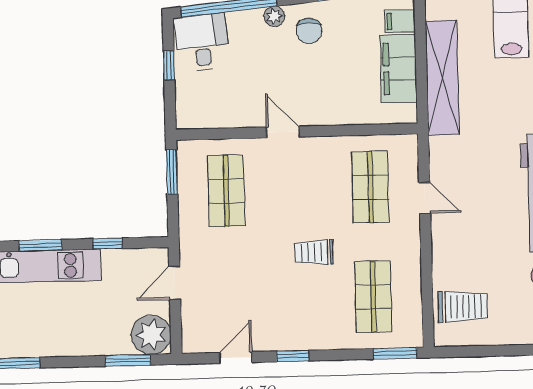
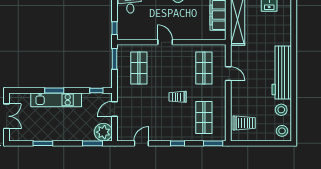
window: (169, 65) -> (115, 28), moved
window: (107, 244) -> (96, 90), moved
window: (293, 356) -> (177, 143), moved

